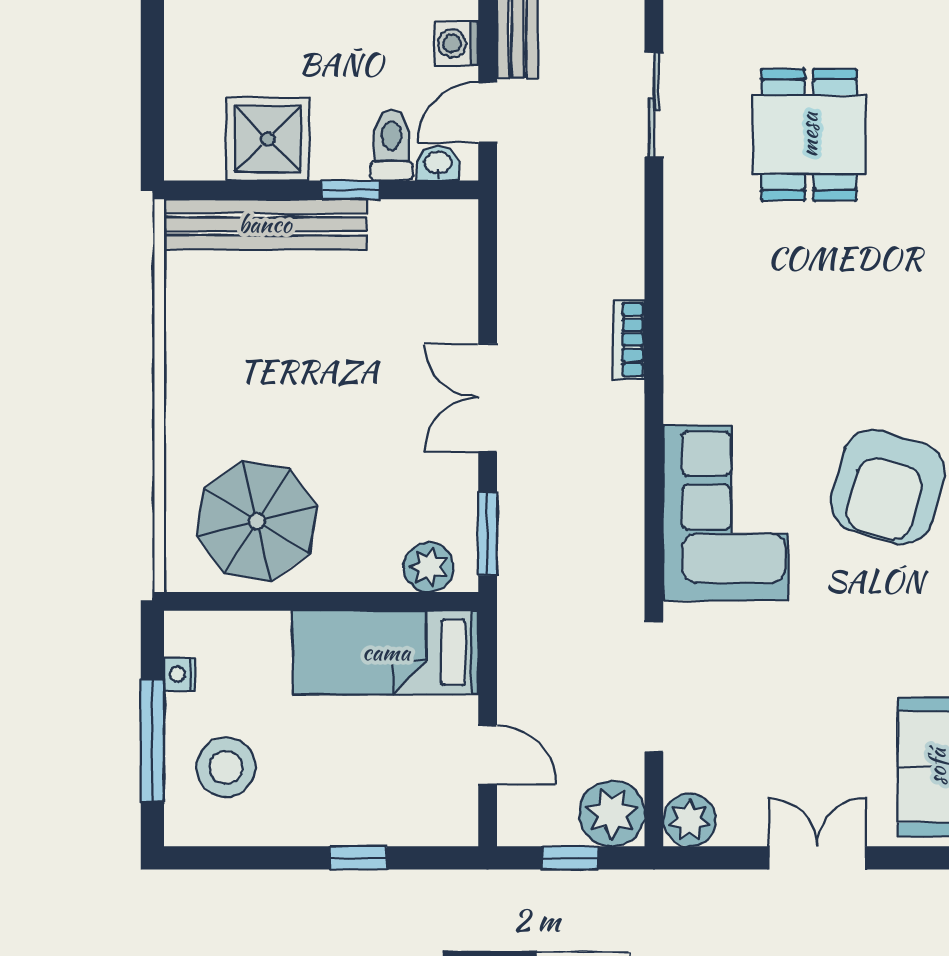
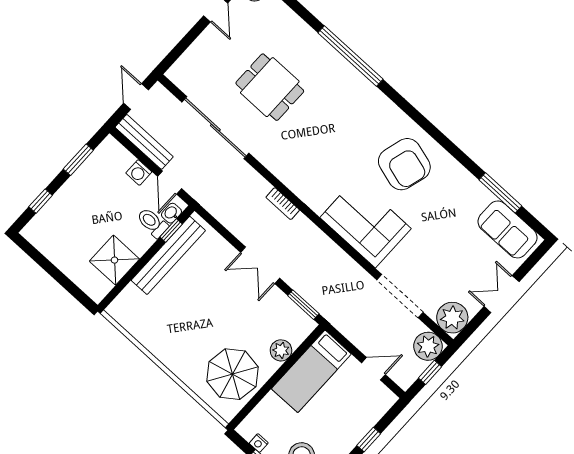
sliding door: (654, 105) -> (215, 128), width x1.86
window: (351, 190) -> (171, 230), moved
bench: (265, 224) -> (168, 255), moved
plant: (429, 567) -> (281, 350), moved
plant: (690, 820) -> (452, 318), width x1.36, depth x1.36

